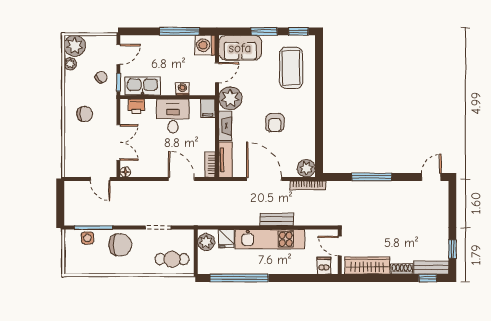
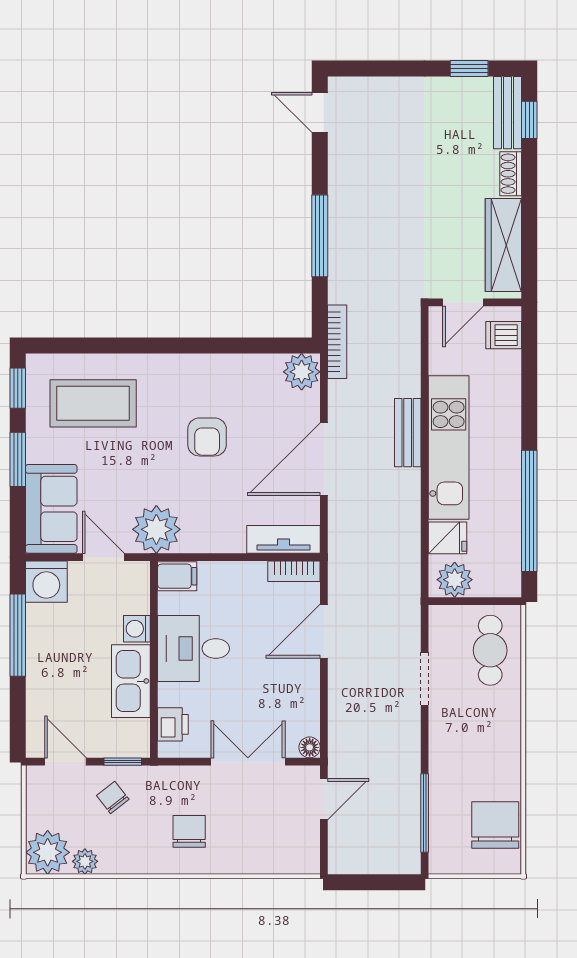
kitchen sink: (142, 86) -> (131, 681), moved
armchair: (275, 123) -> (207, 437), turned 90
fireplace: (225, 126) -> (214, 540), removed
bookcase: (308, 185) -> (337, 342), moved
side table: (87, 238) -> (446, 826), removed
chair: (120, 245) -> (495, 825), moved

